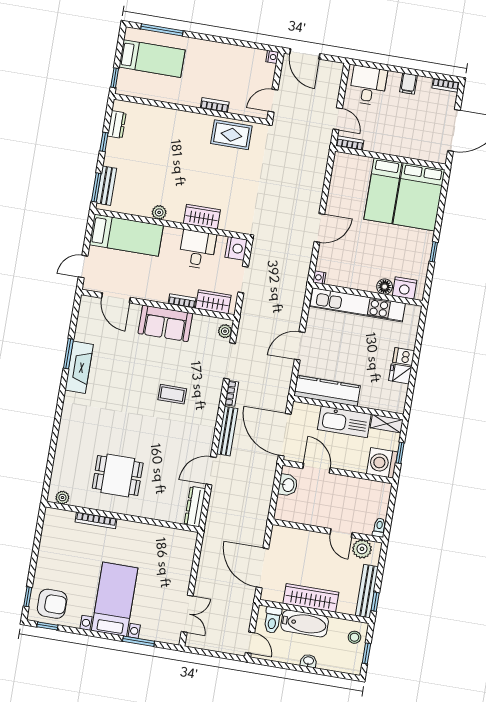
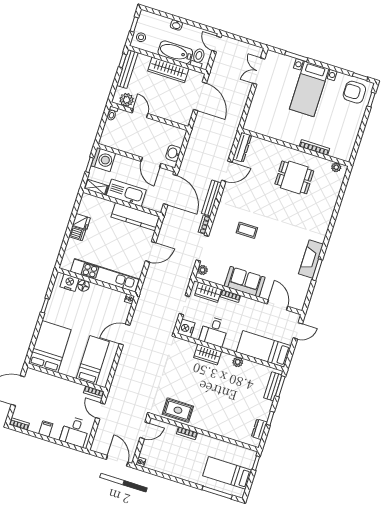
bed: (383, 191) -> (93, 360), moved

